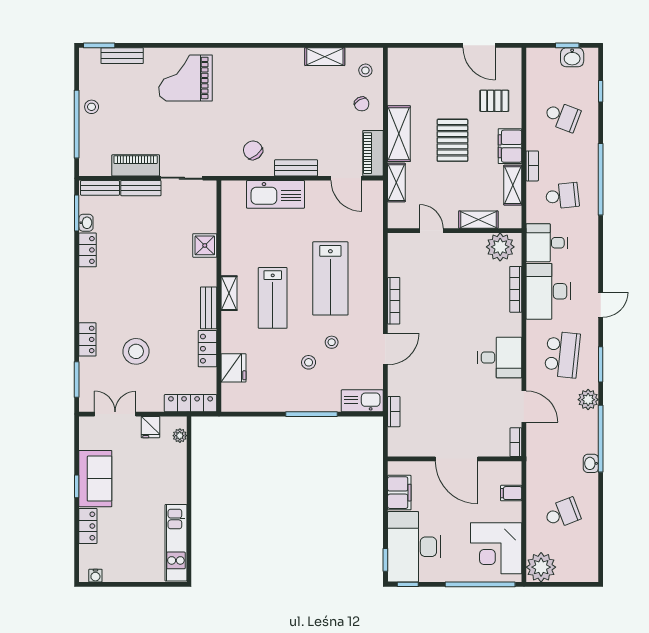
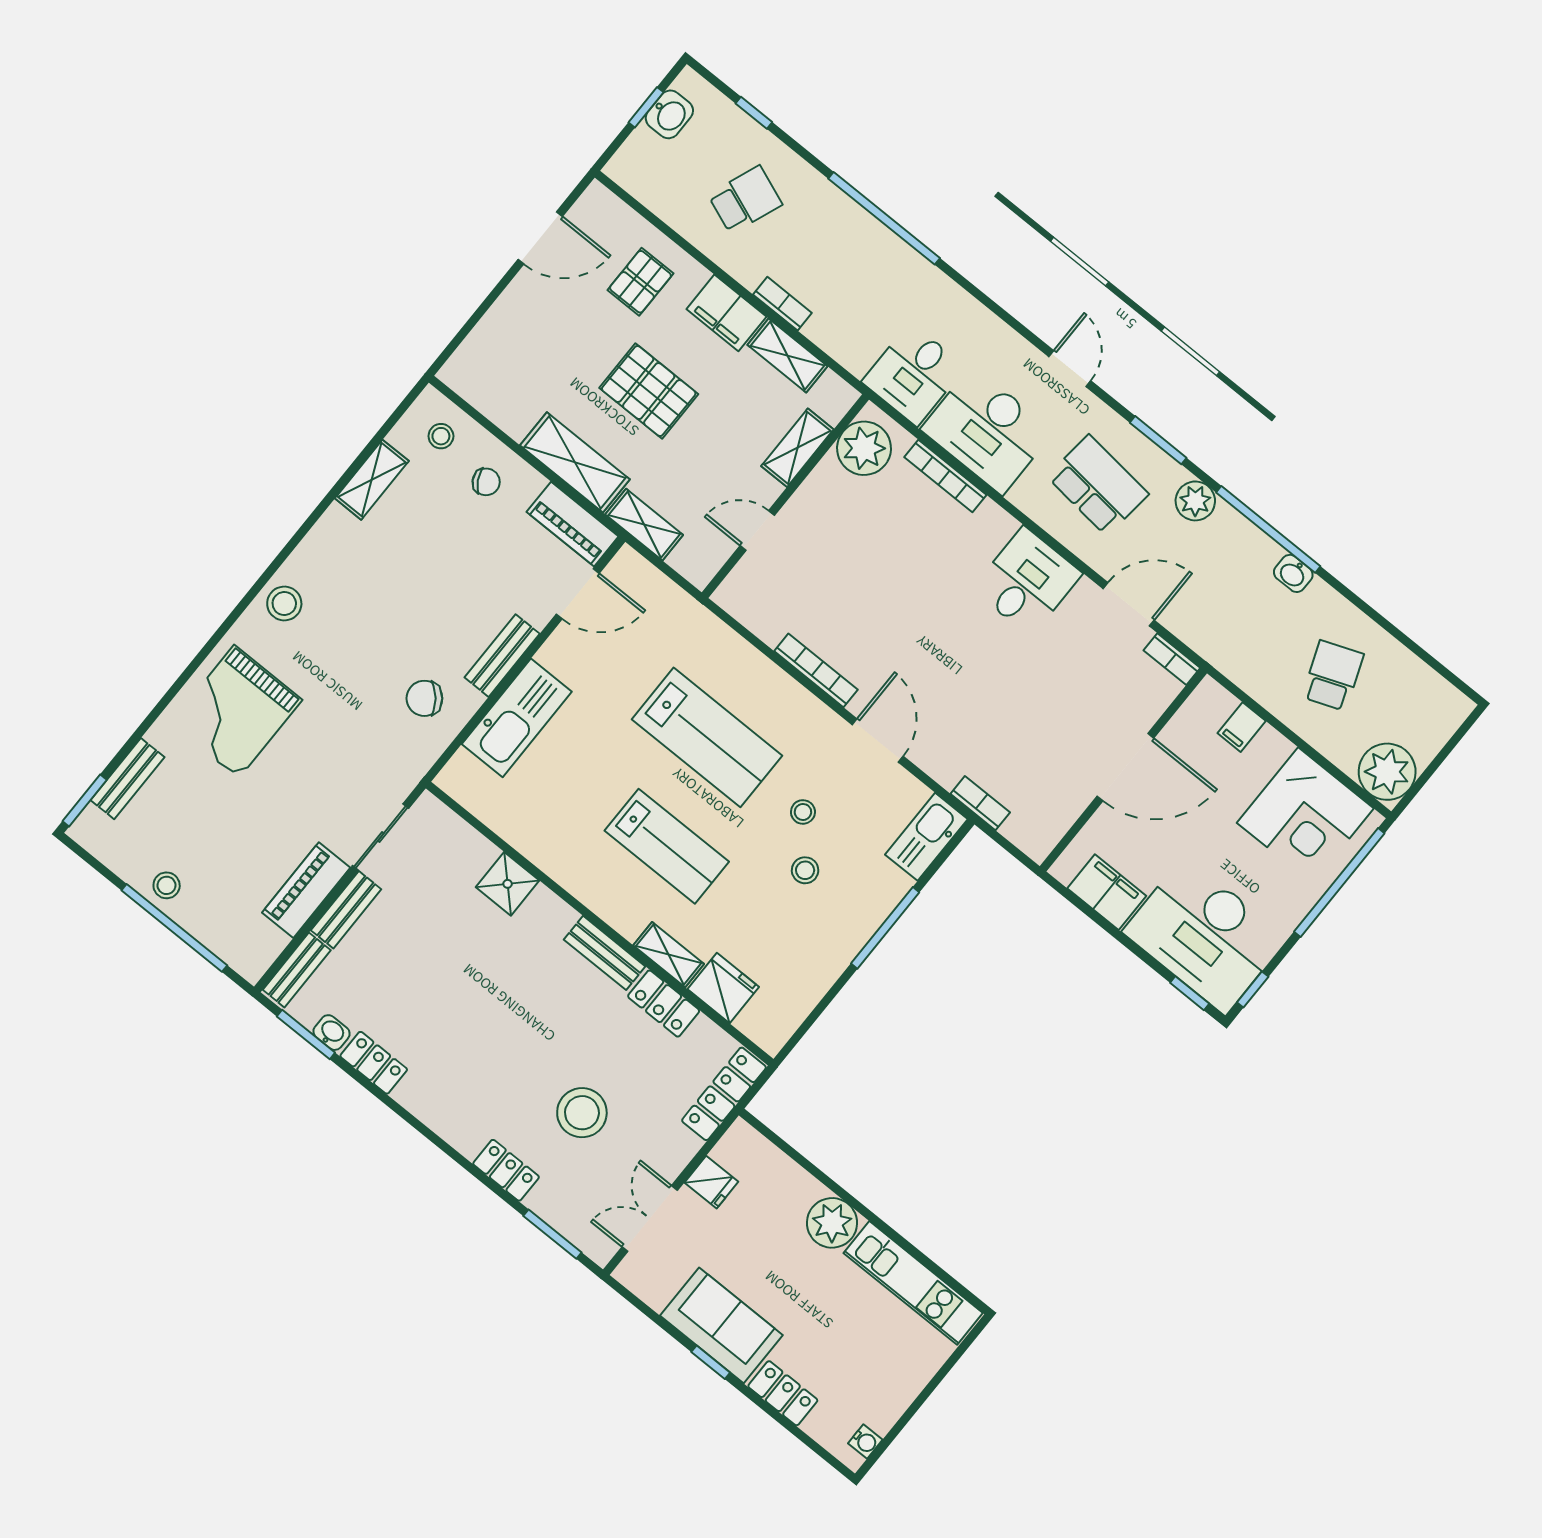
stool: (245, 62) -> (284, 604), added
school desk: (562, 196) -> (863, 295), removed
shelving: (229, 293) -> (669, 955), moved
plant: (180, 436) -> (832, 1223), moved, width x1.88, depth x1.88

